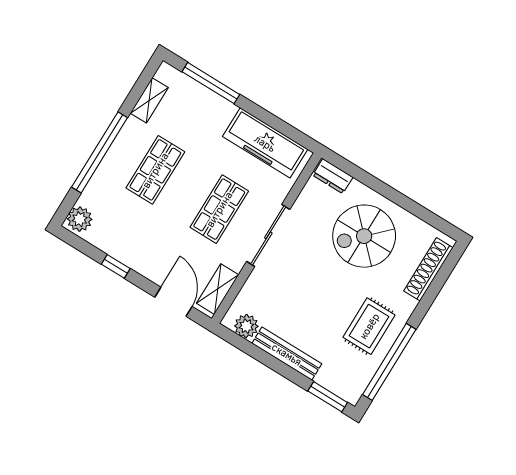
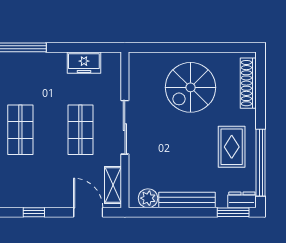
freezer: (265, 143) -> (84, 63), width x0.52, depth x0.79
dresser: (333, 176) -> (242, 200), moved, turned 180

